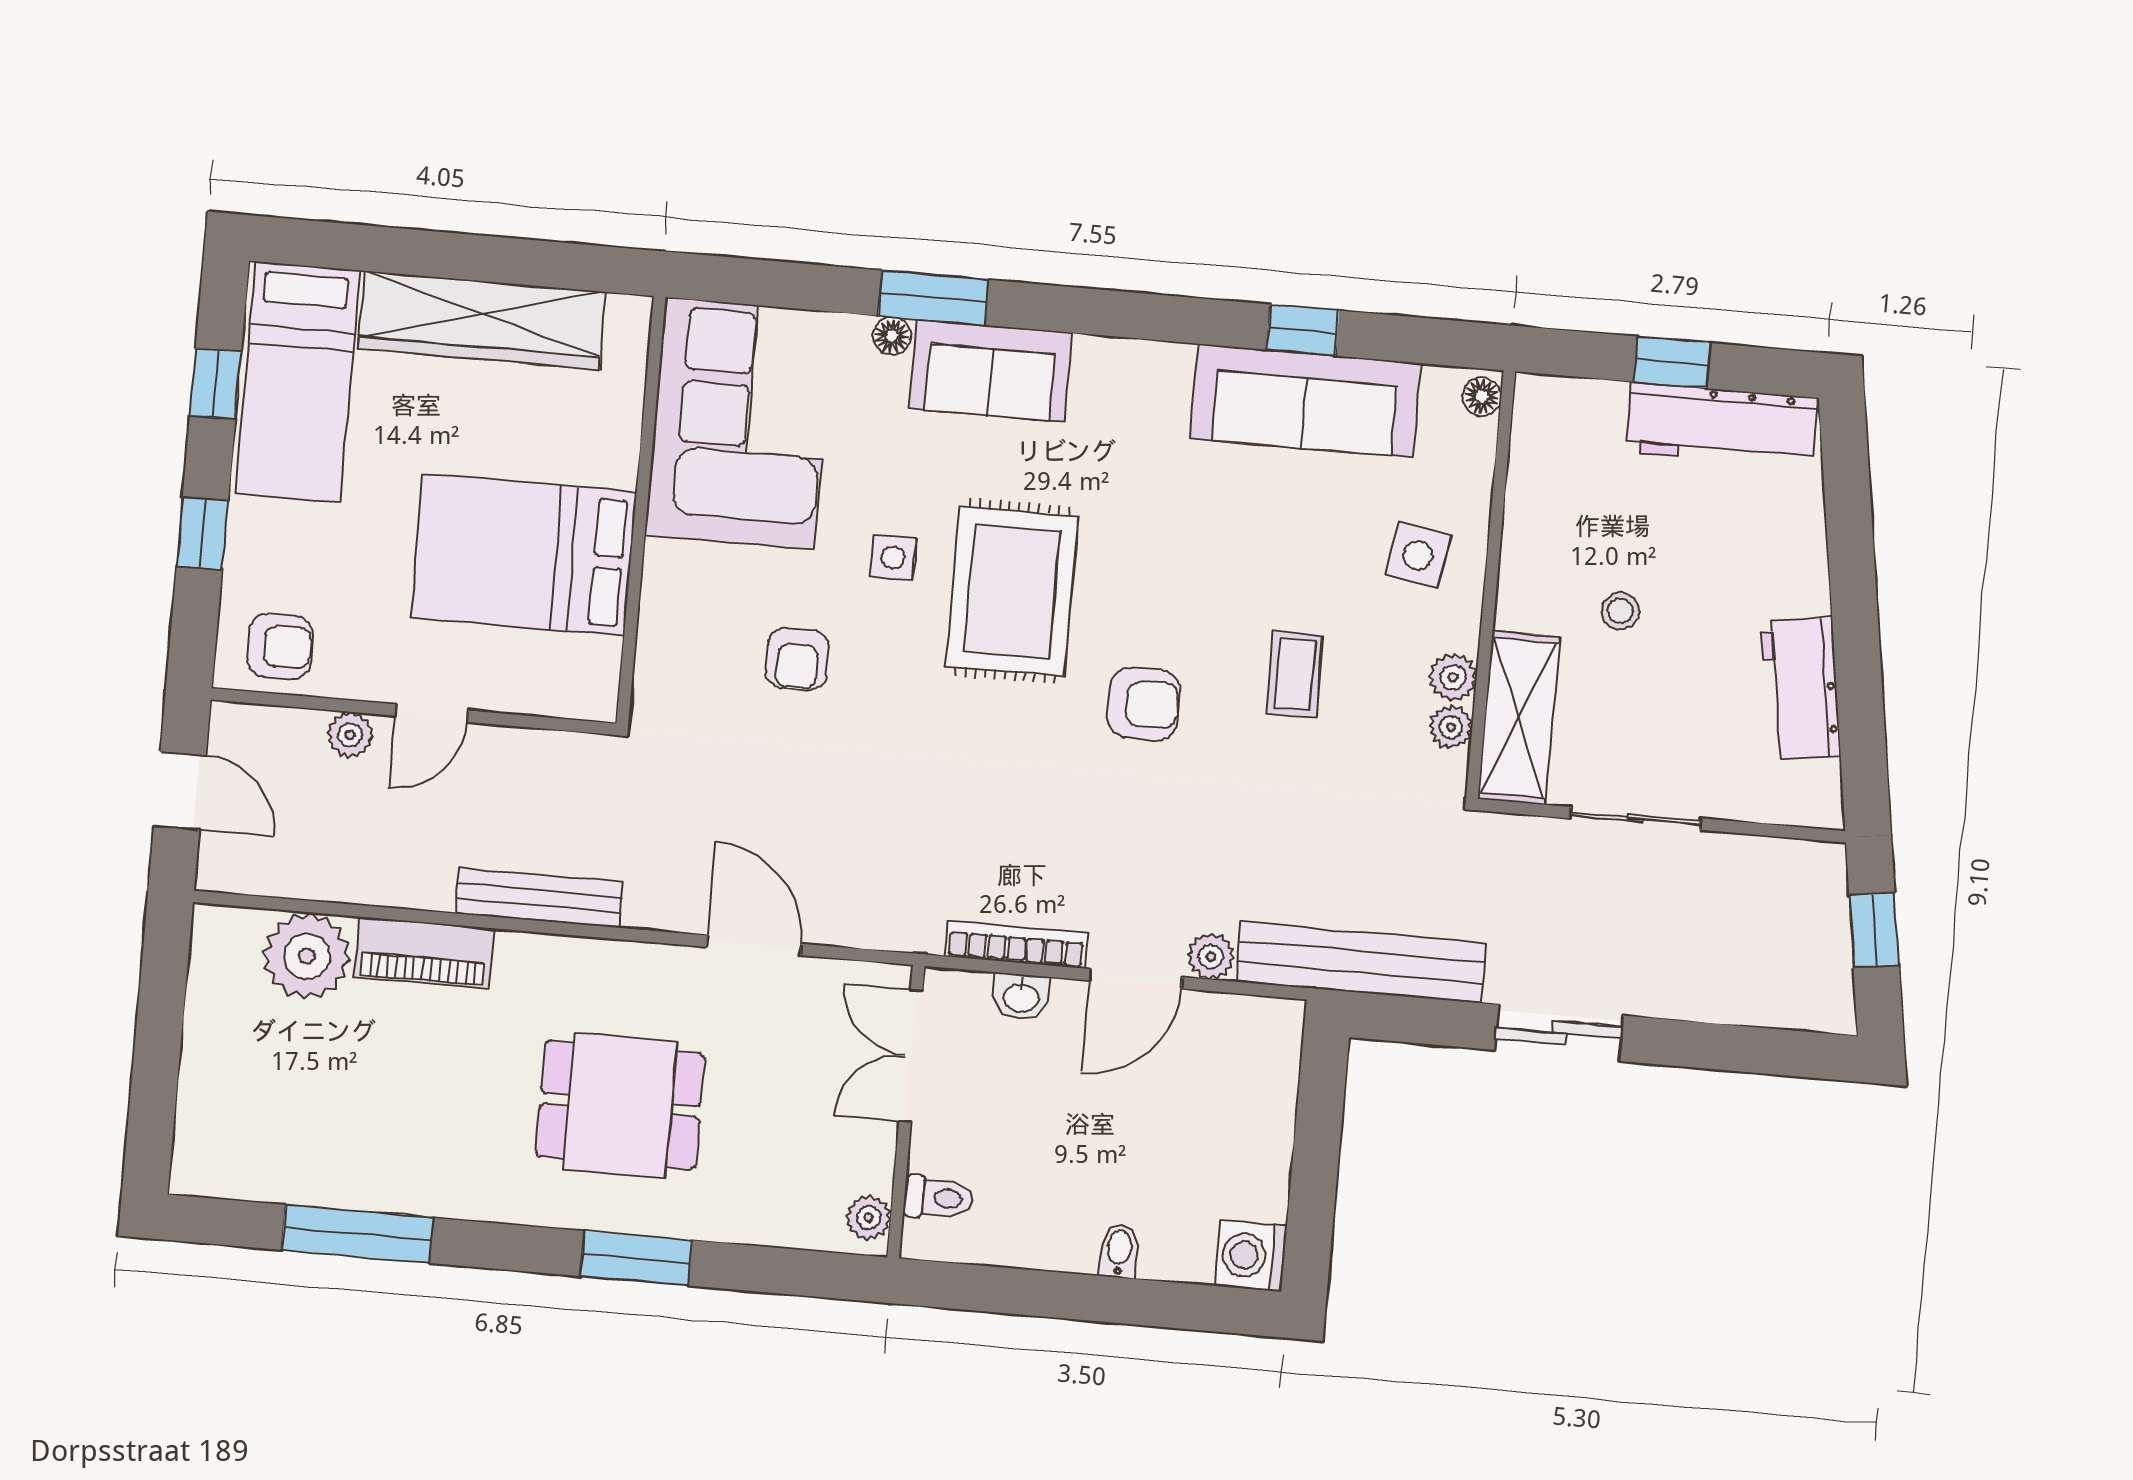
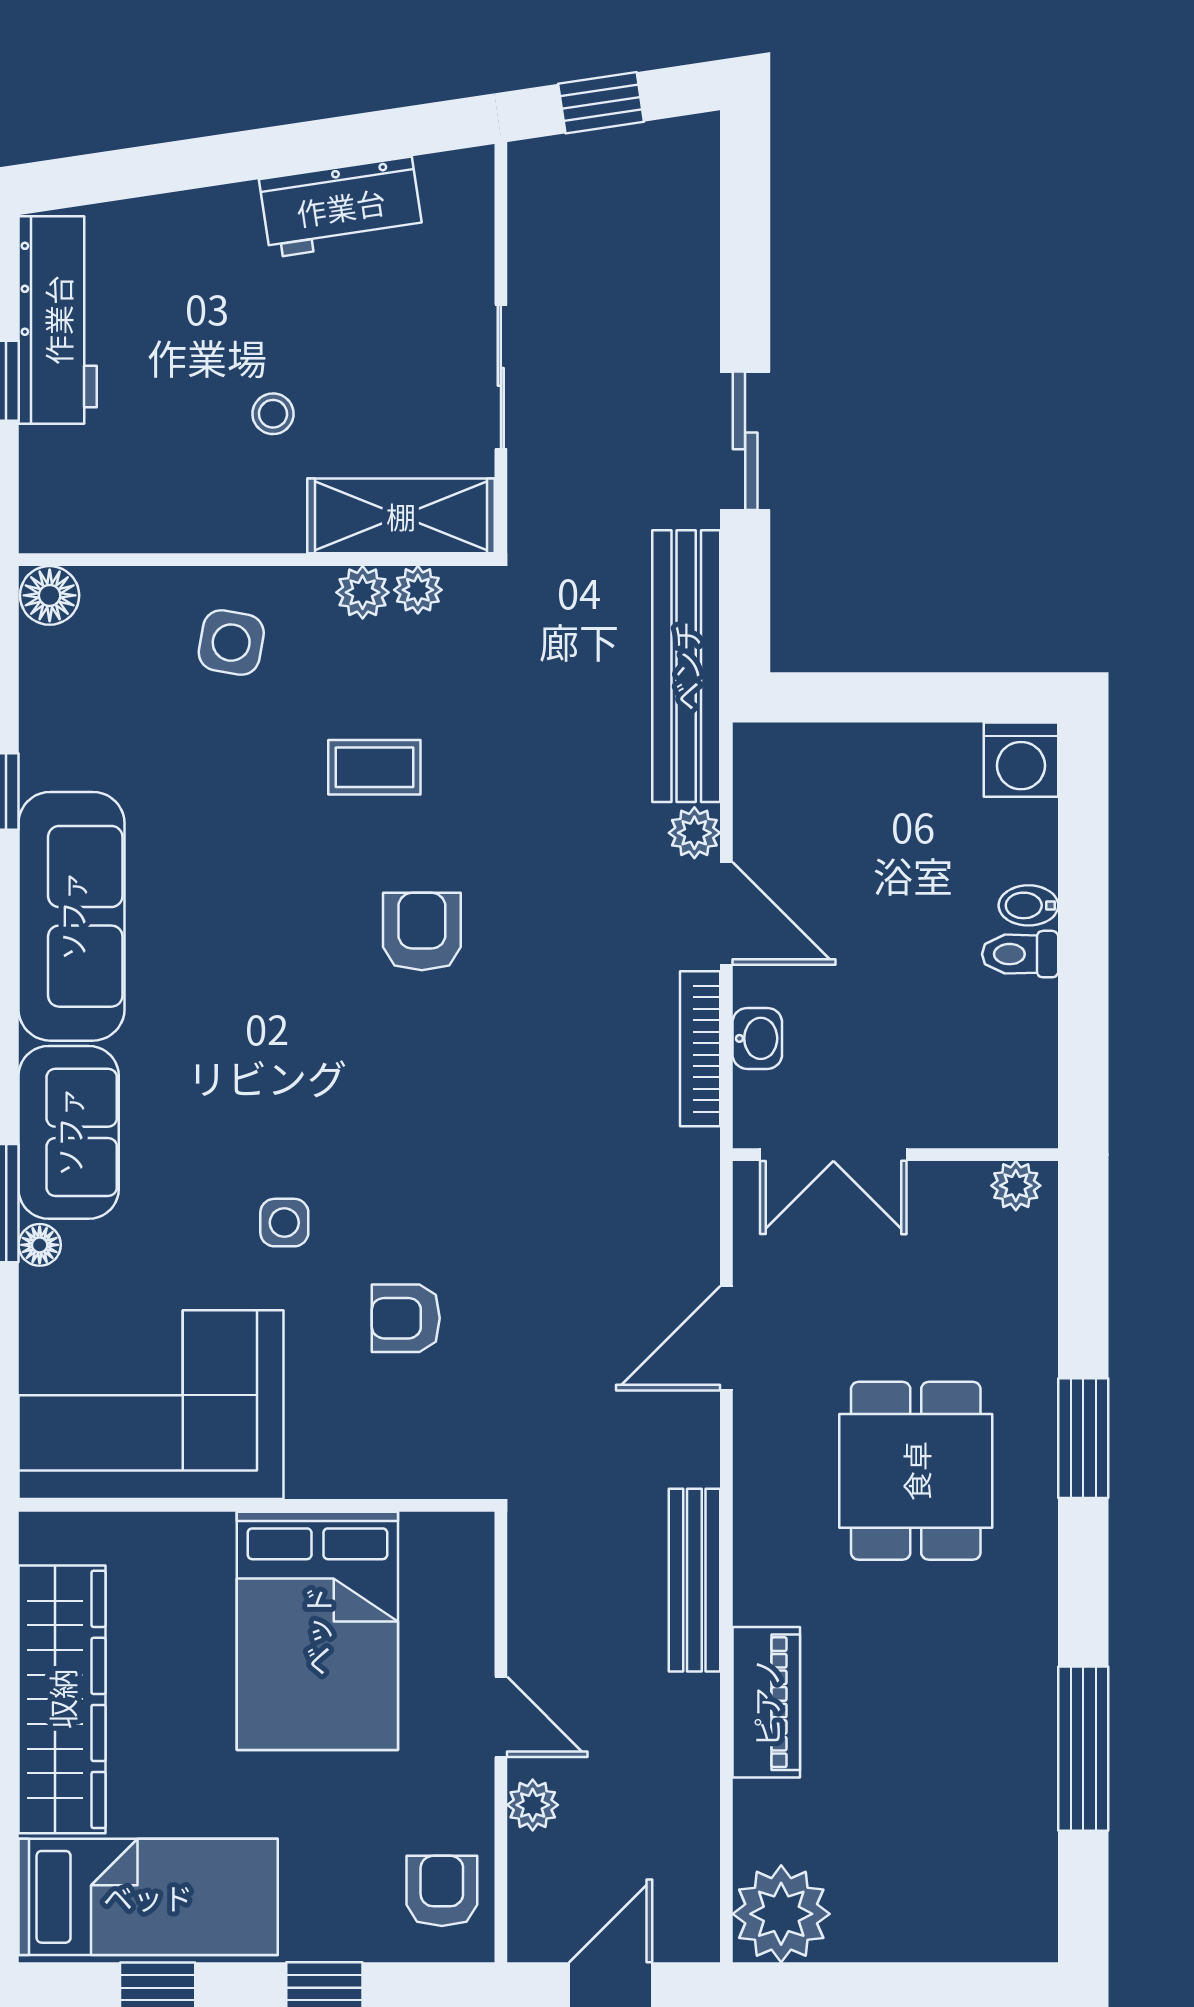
floor lamp: (1482, 396) -> (50, 595), width x1.37, depth x1.37
sofa: (1305, 401) -> (72, 916), moved
rug: (1012, 591) -> (310, 1088), removed
armchair: (797, 659) -> (406, 1318), turned 180
plant: (307, 956) -> (781, 1914), moved
toilet: (938, 1198) -> (1020, 954), moved, turned -90

